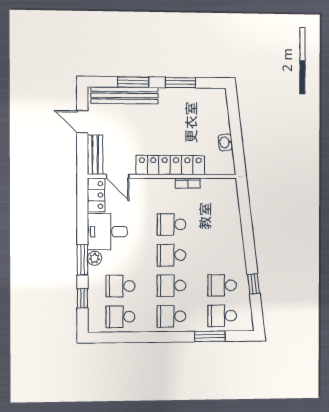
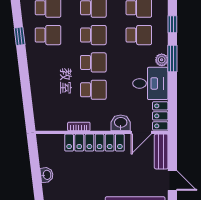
washbasin: (225, 142) -> (47, 175), moved
door: (118, 176) -> (141, 132), swing flipped
washbasin: (141, 187) -> (121, 123), added

